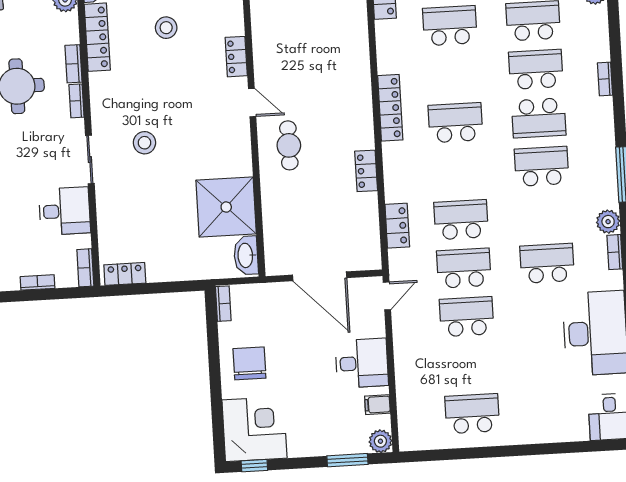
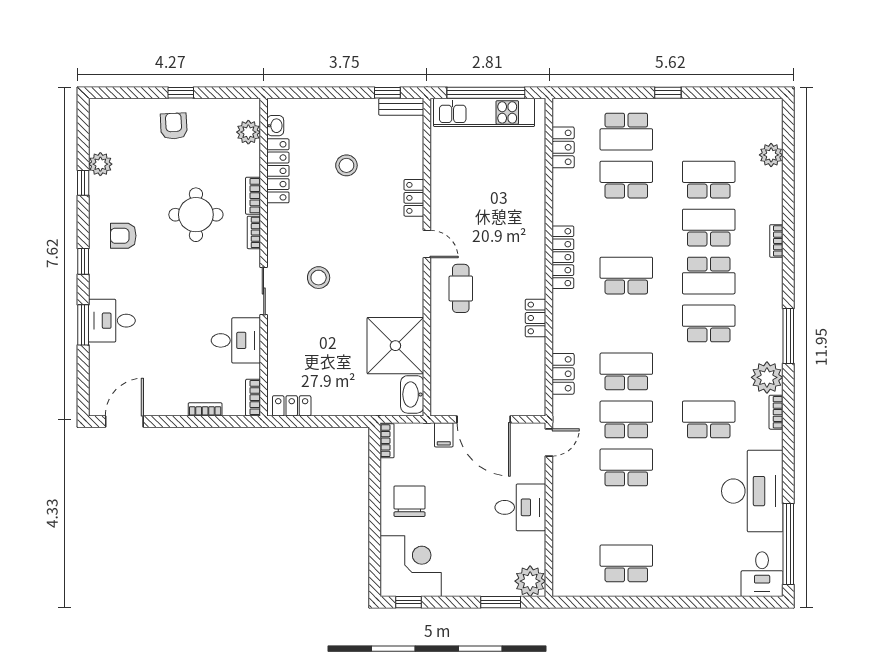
plant: (608, 222) -> (767, 377), width x1.36, depth x1.36
filing cabinet: (377, 405) -> (444, 435), moved, turned -90
plant: (380, 441) -> (530, 581), width x1.36, depth x1.36

